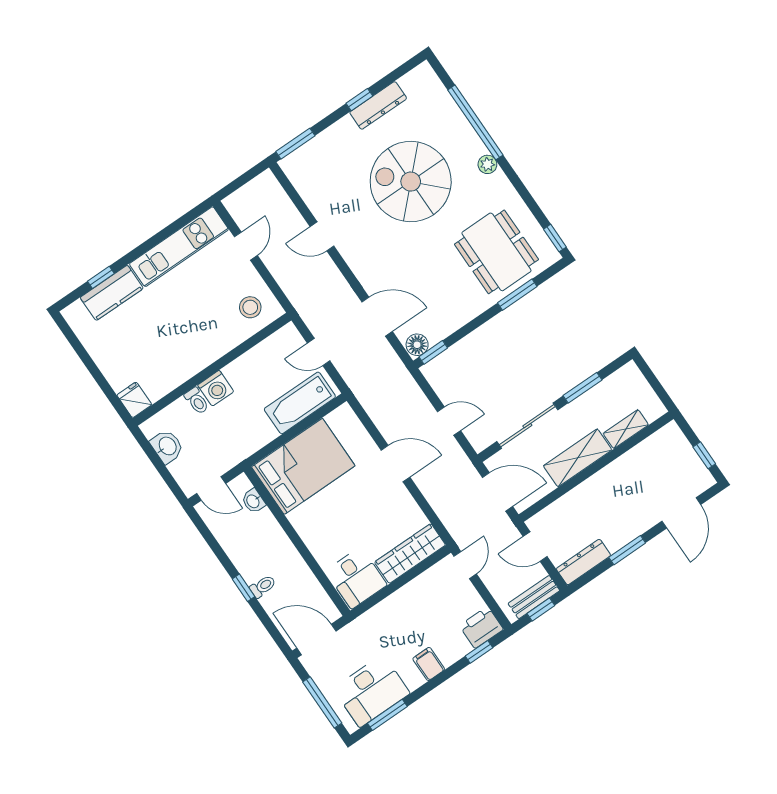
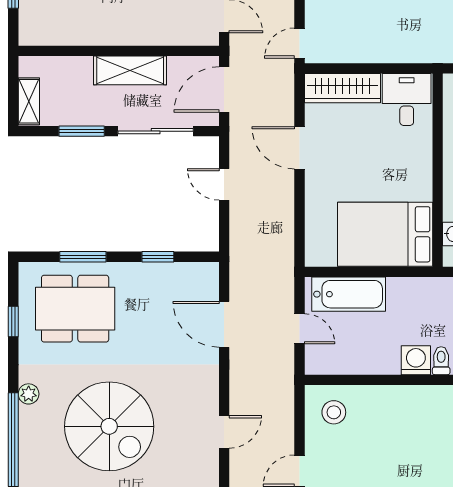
door: (322, 236) -> (224, 432), hinge flipped
window: (555, 238) -> (13, 322), moved
dining table: (496, 252) -> (75, 309), turned 90
floor lamp: (417, 345) -> (205, 274), removed
window: (433, 352) -> (158, 257), moved
shelving: (626, 429) -> (29, 101), moved, turned 90
door: (395, 464) -> (300, 148), moved
door: (498, 492) -> (224, 90), hinge flipped

